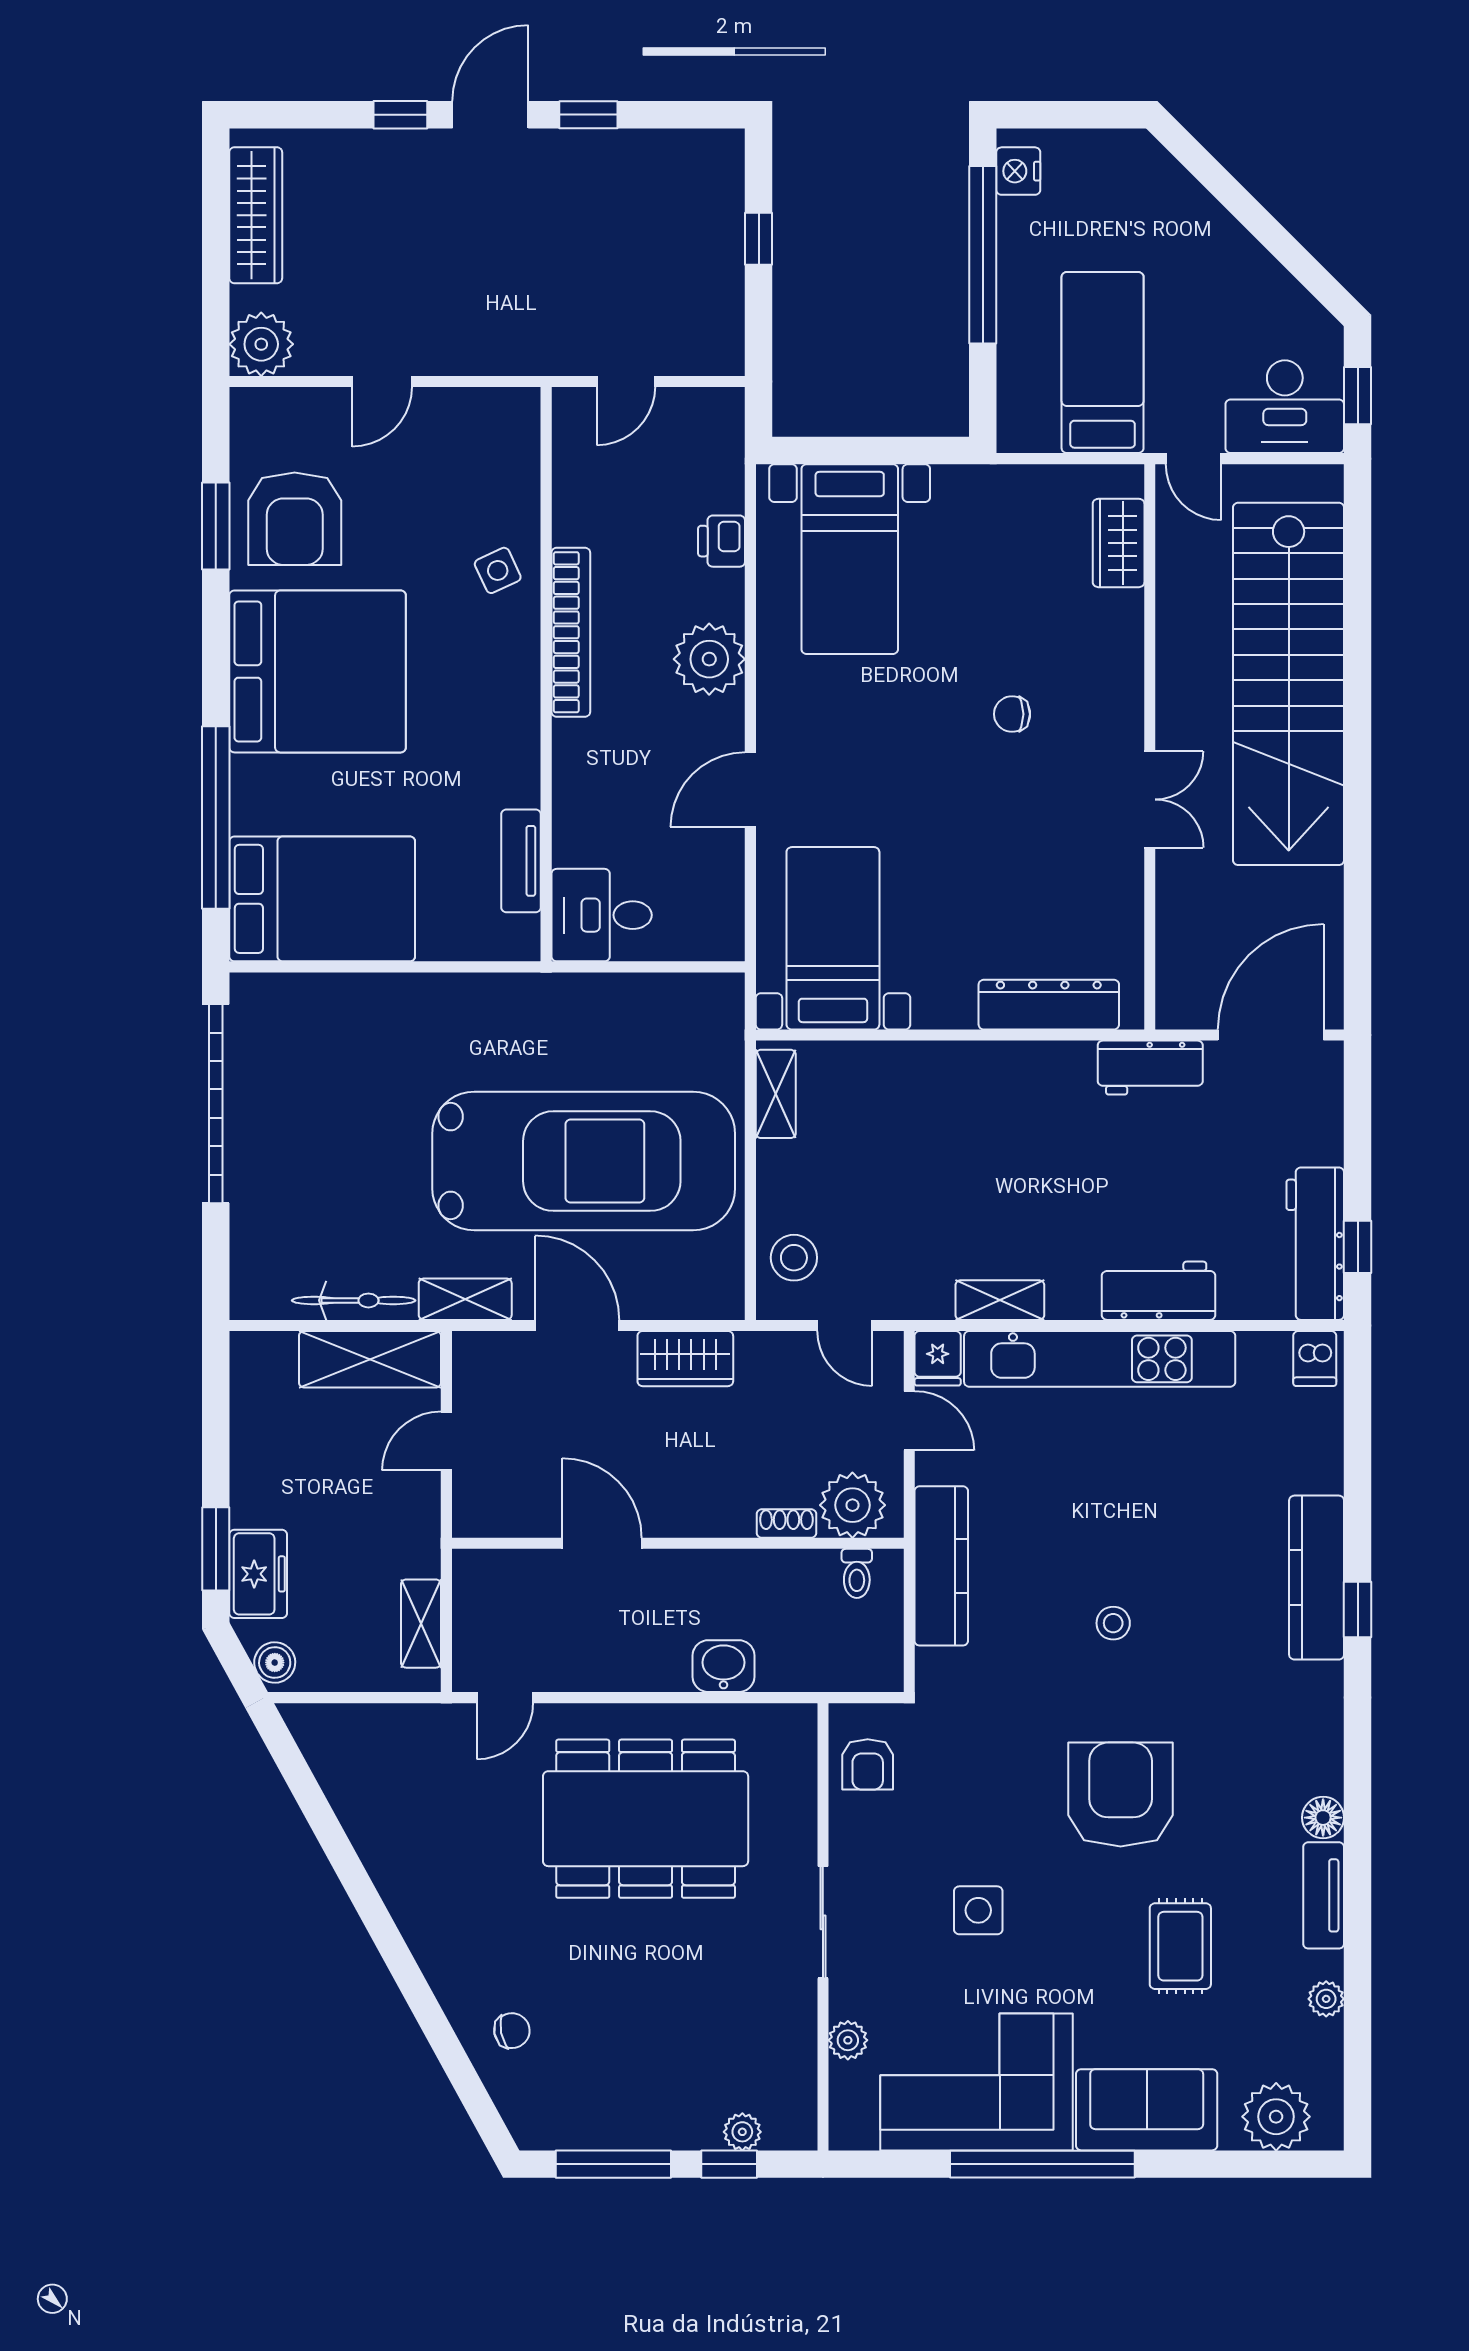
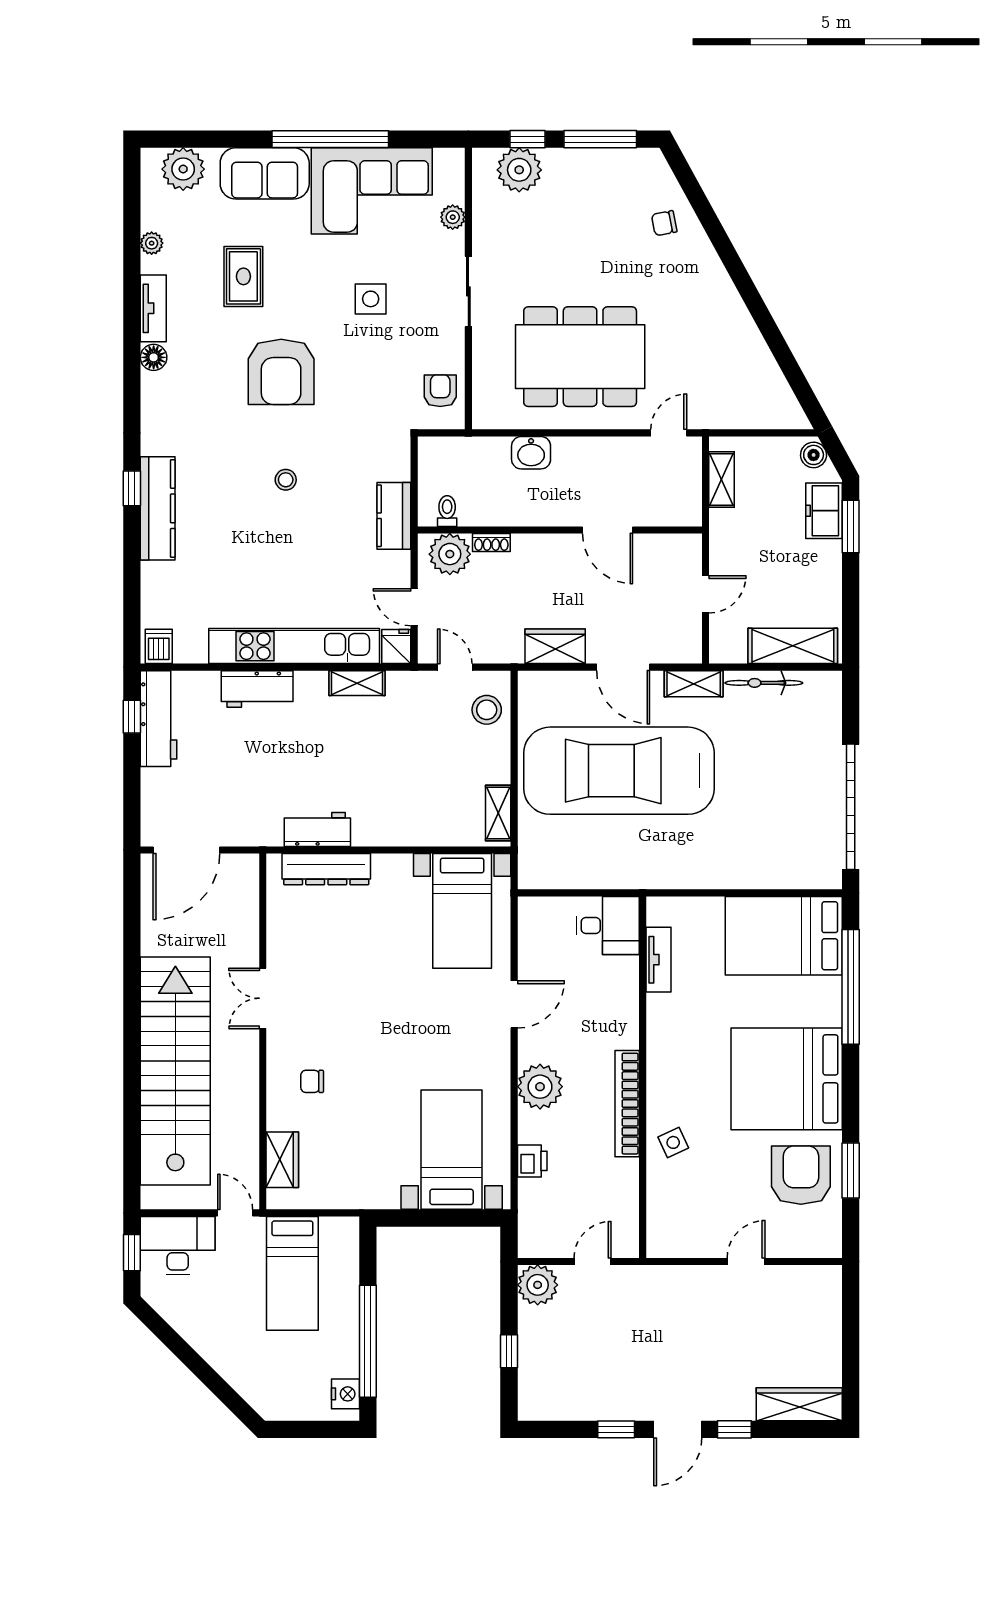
wardrobe: (256, 215) -> (799, 1404), moved, turned 90
plant: (261, 344) -> (538, 1285), moved
chair: (1012, 714) -> (312, 1081), moved, turned 180
workbench: (1150, 1068) -> (317, 830), moved
shelving: (370, 1359) -> (793, 646), moved
kitchen counter: (941, 1566) -> (394, 516), width x0.67
plant: (742, 2132) -> (519, 170), width x1.88, depth x1.88

